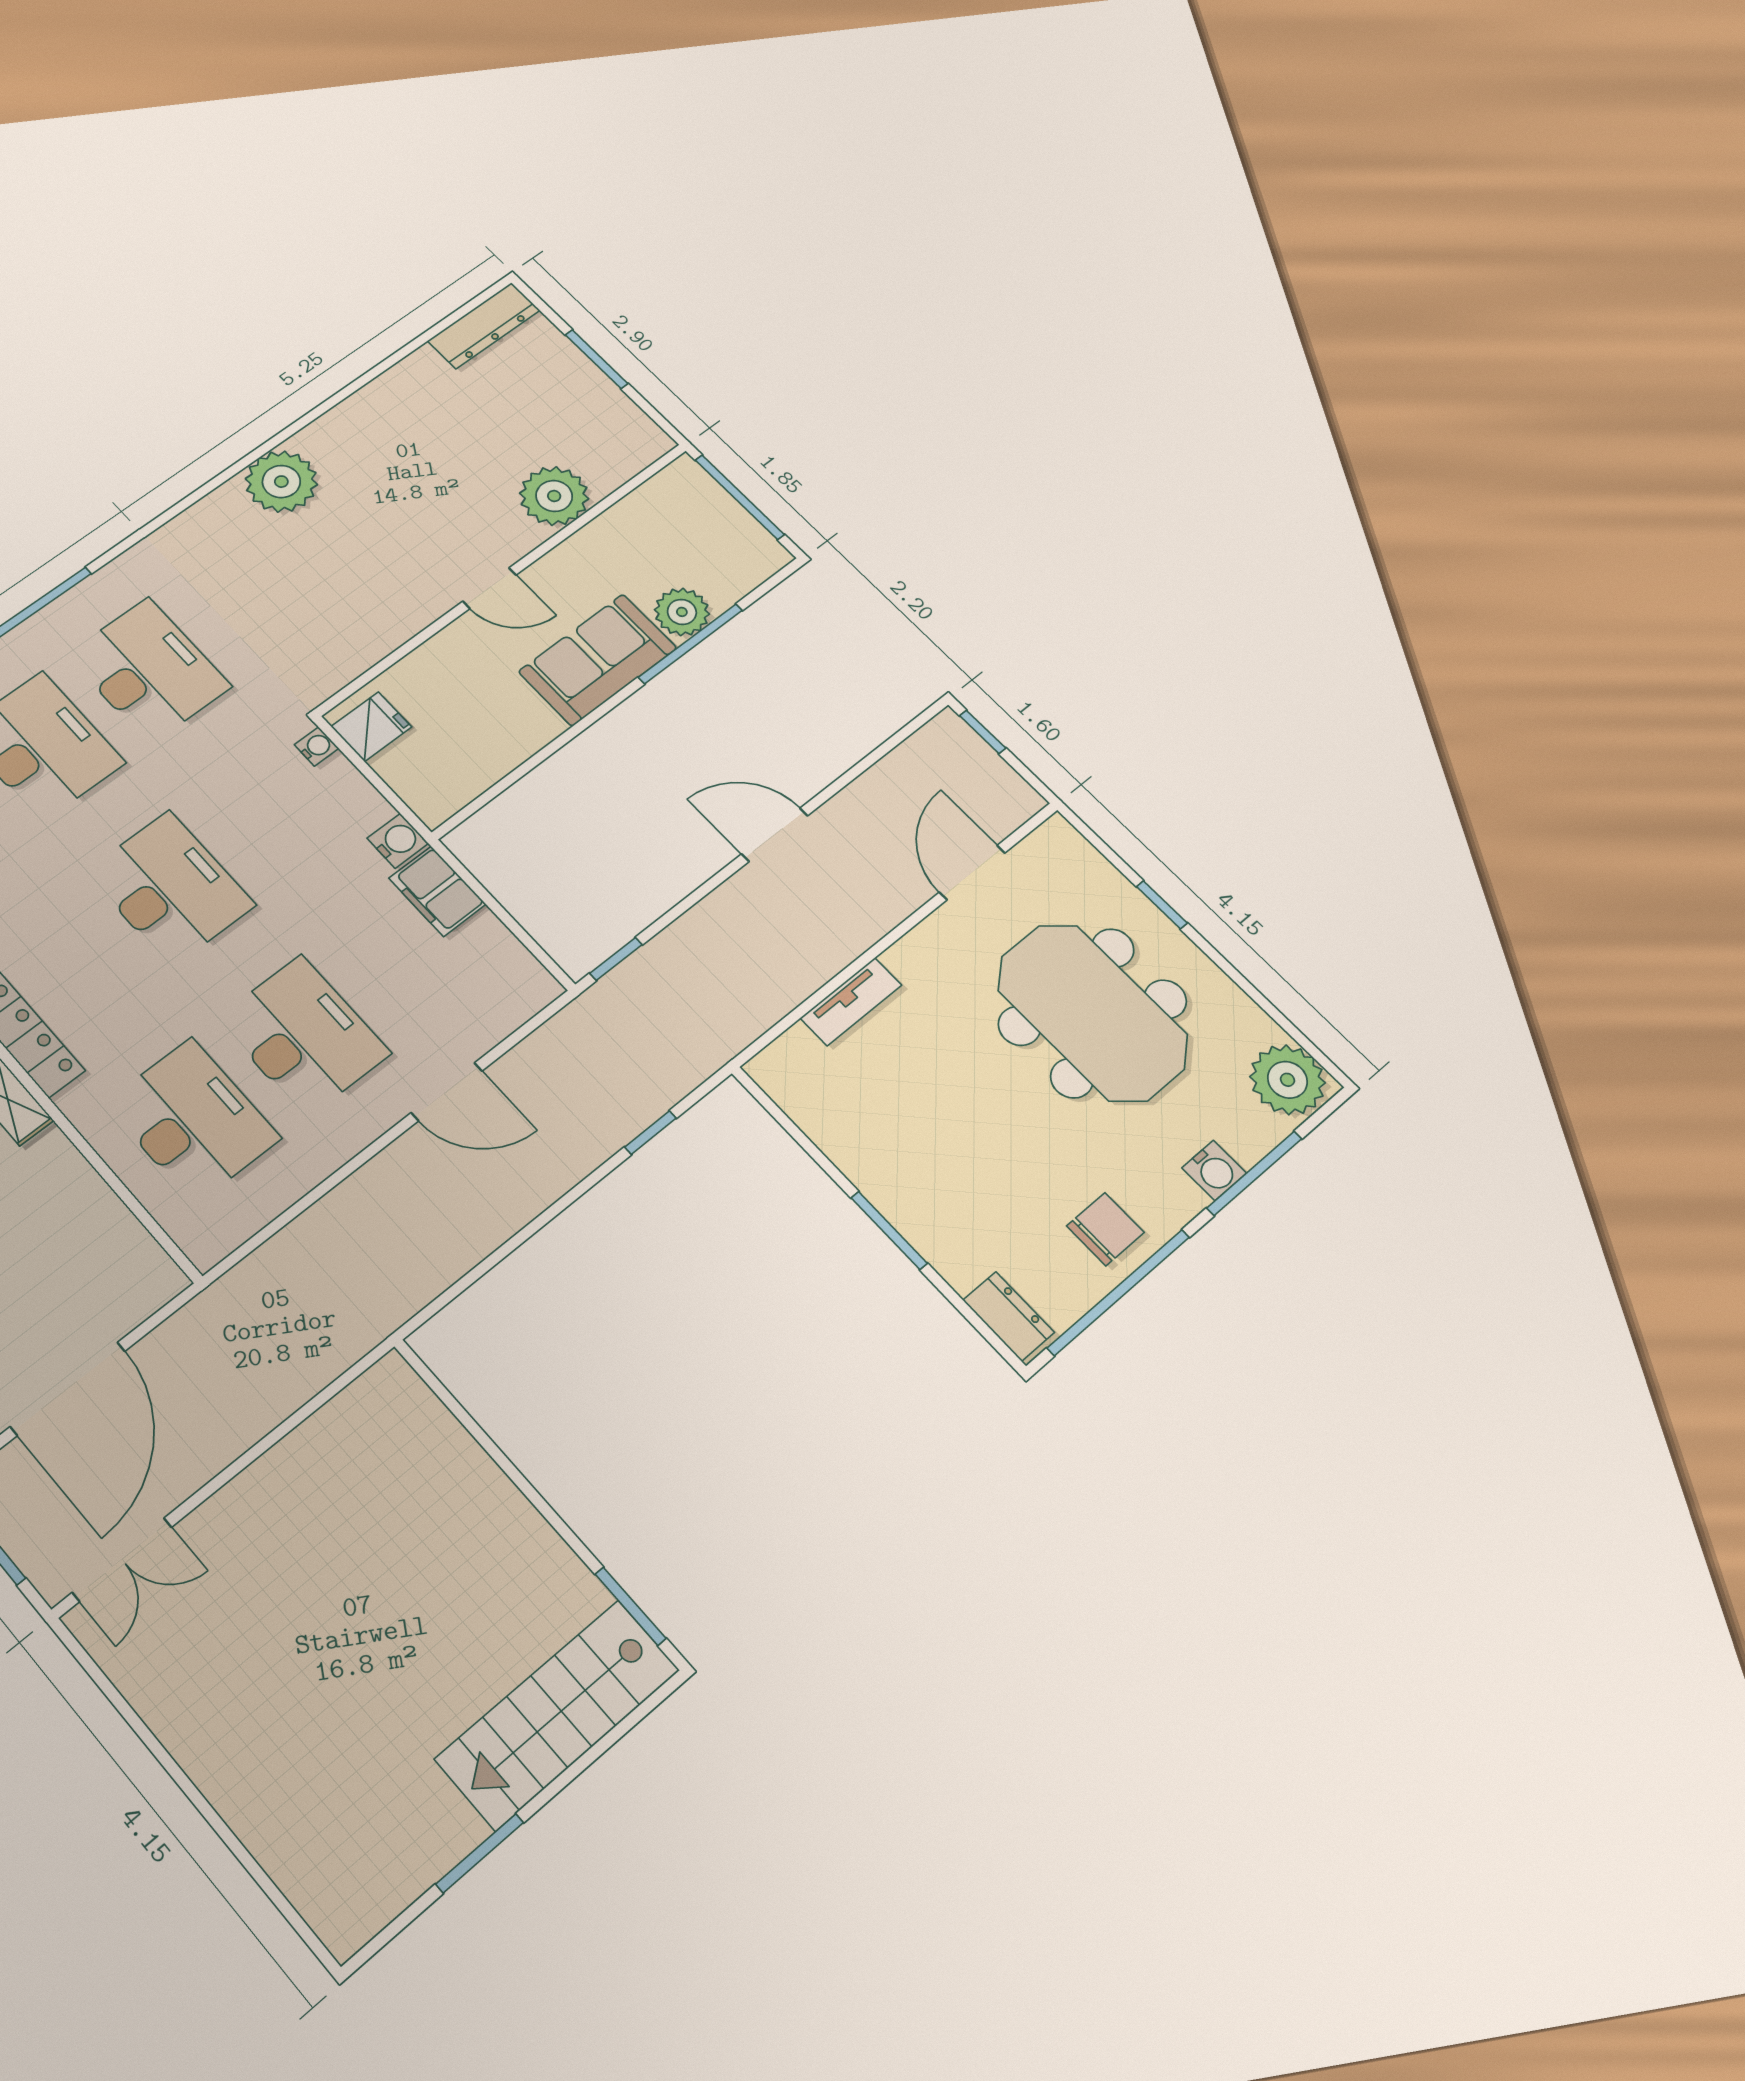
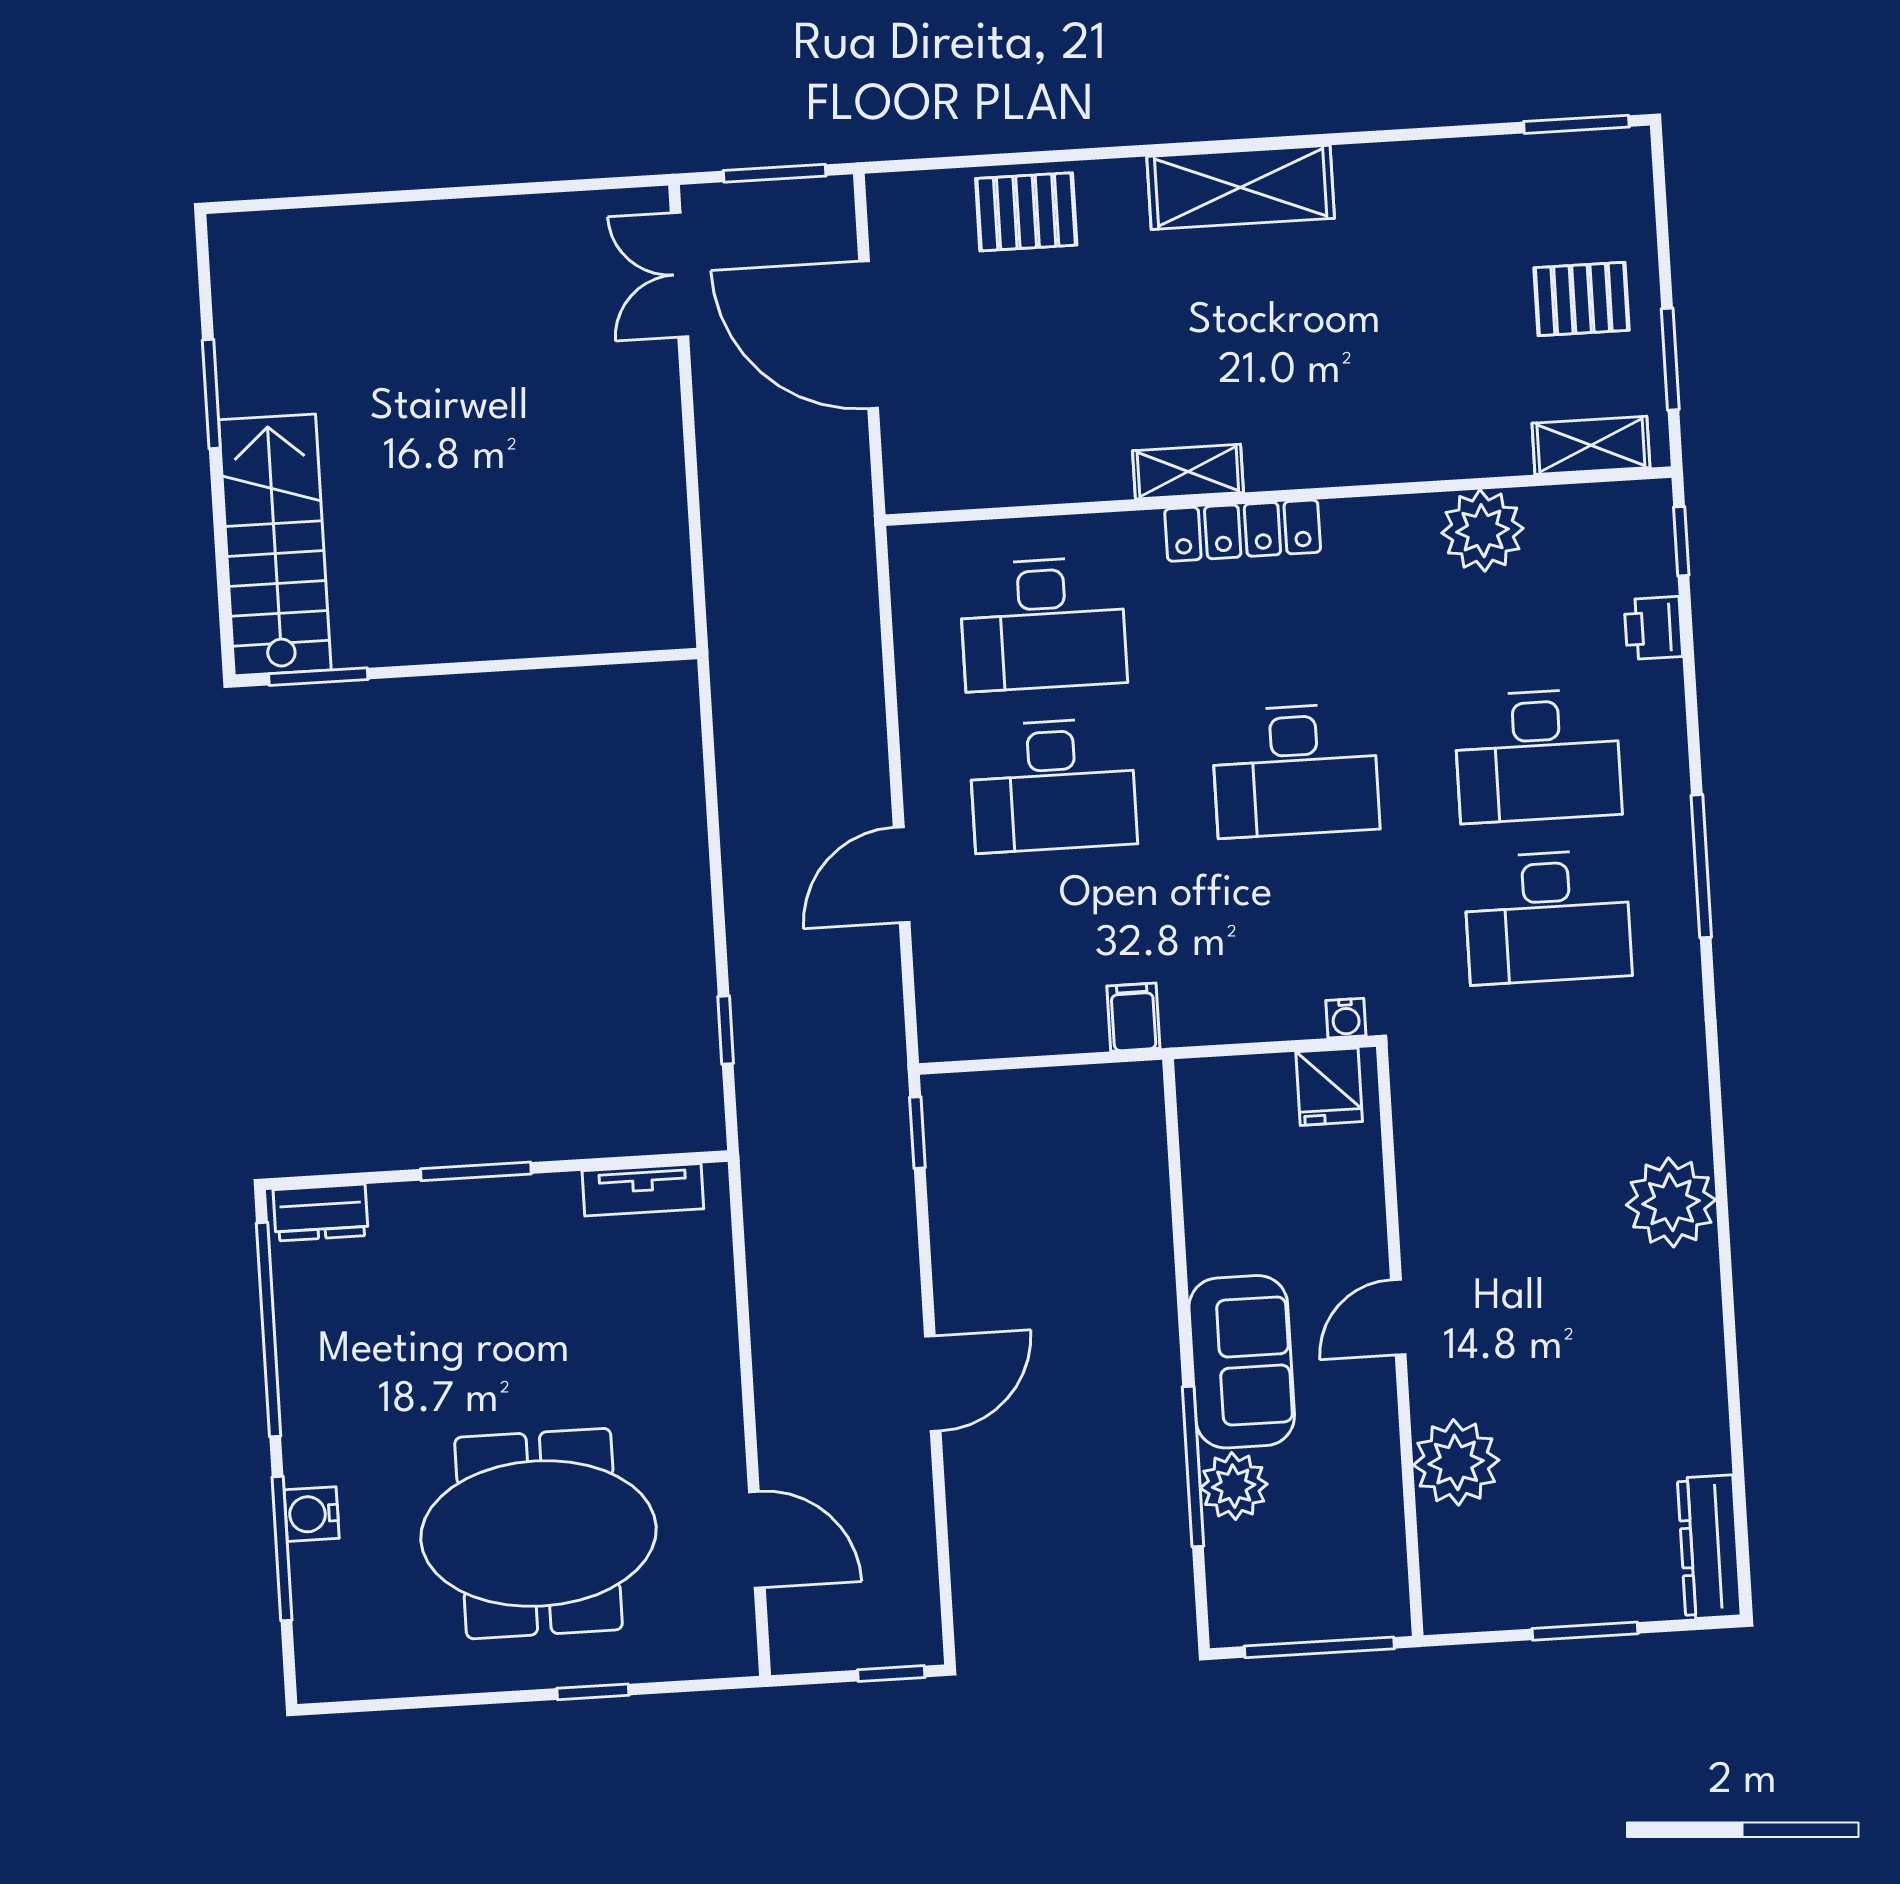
water cooler: (398, 841) -> (1189, 1021), removed
filing cabinet: (437, 891) -> (1133, 1017), width x0.50
tv unit: (851, 1002) -> (643, 1190), moved, turned -90
plant: (1287, 1080) -> (343, 1658), removed
chair: (1105, 1229) -> (333, 1368), removed

